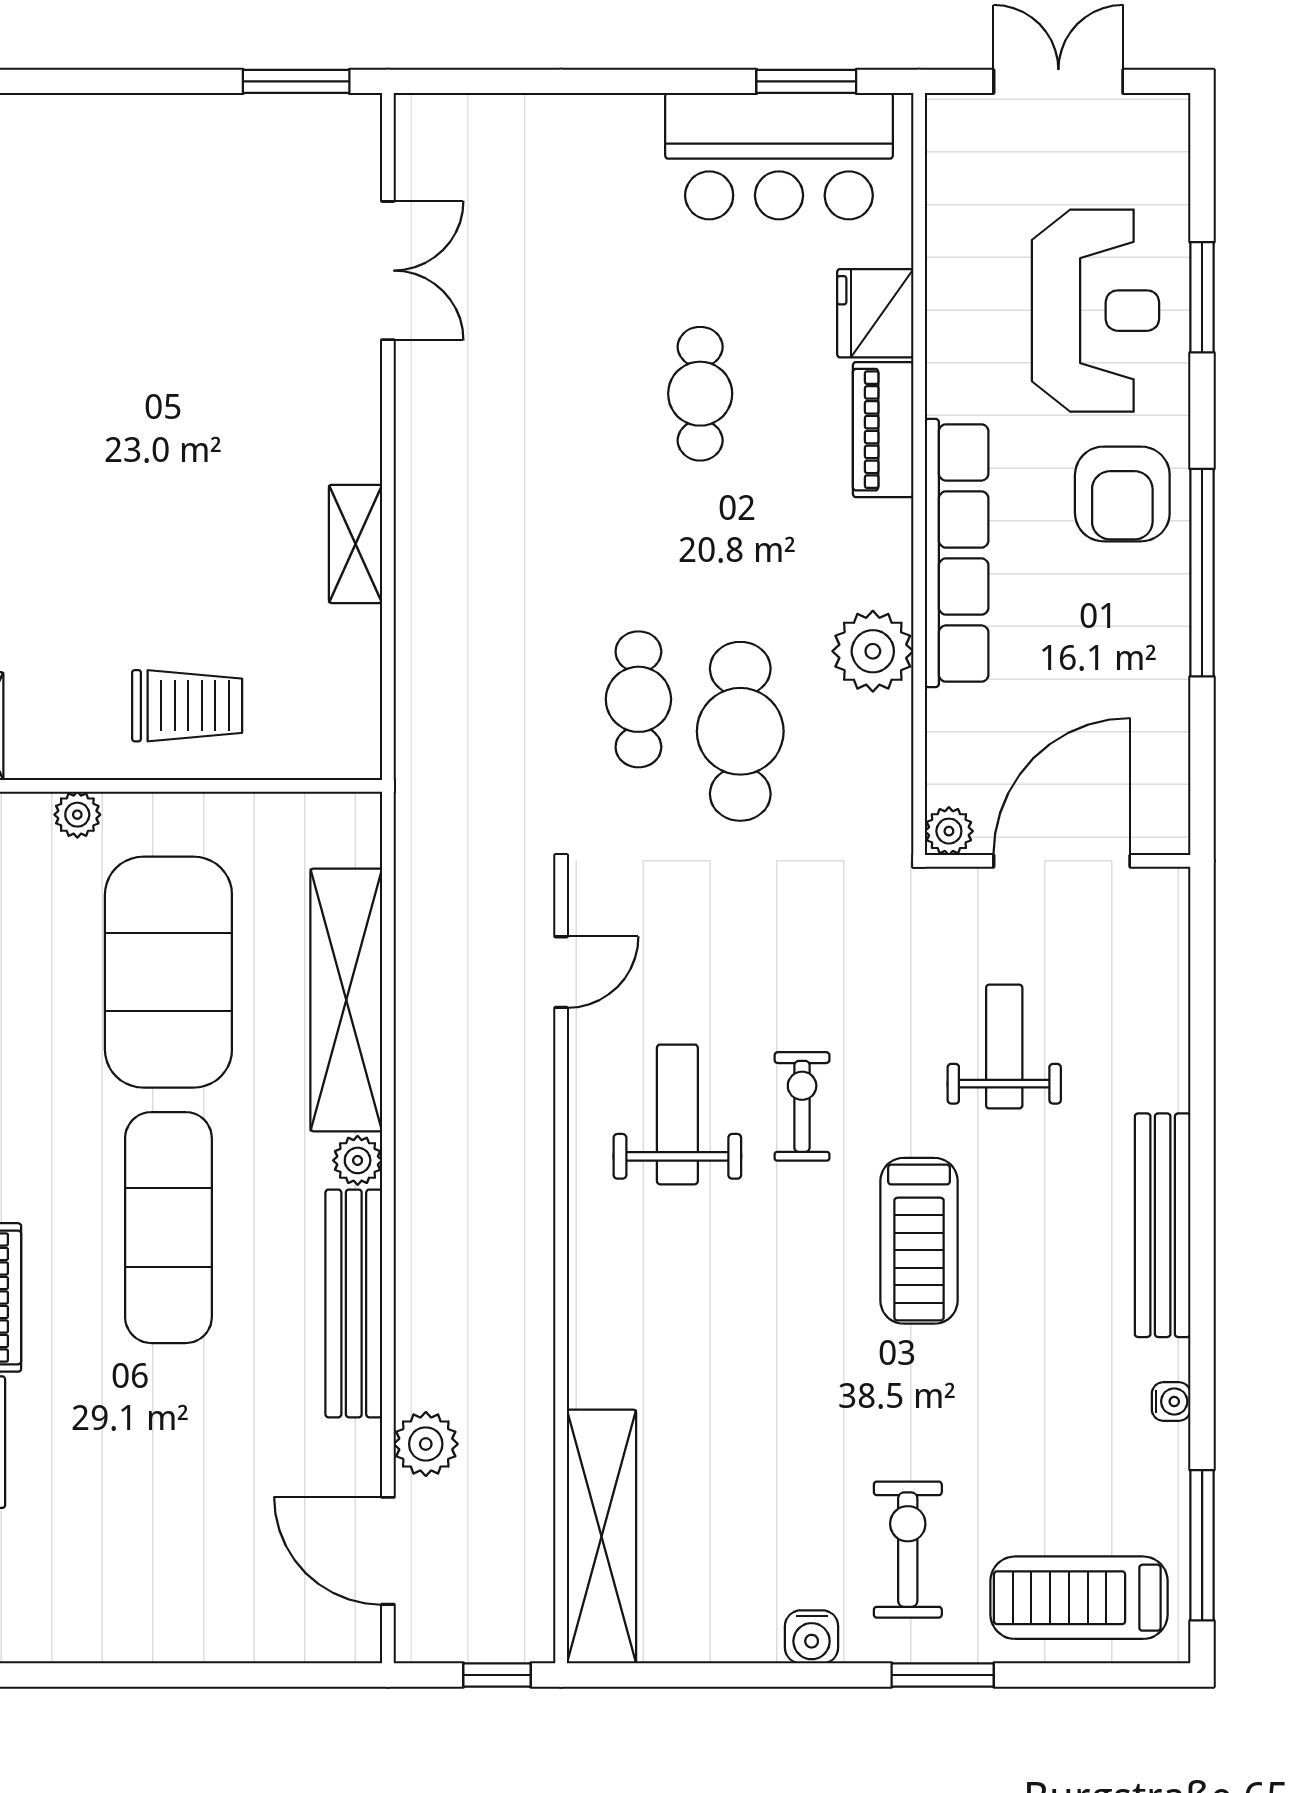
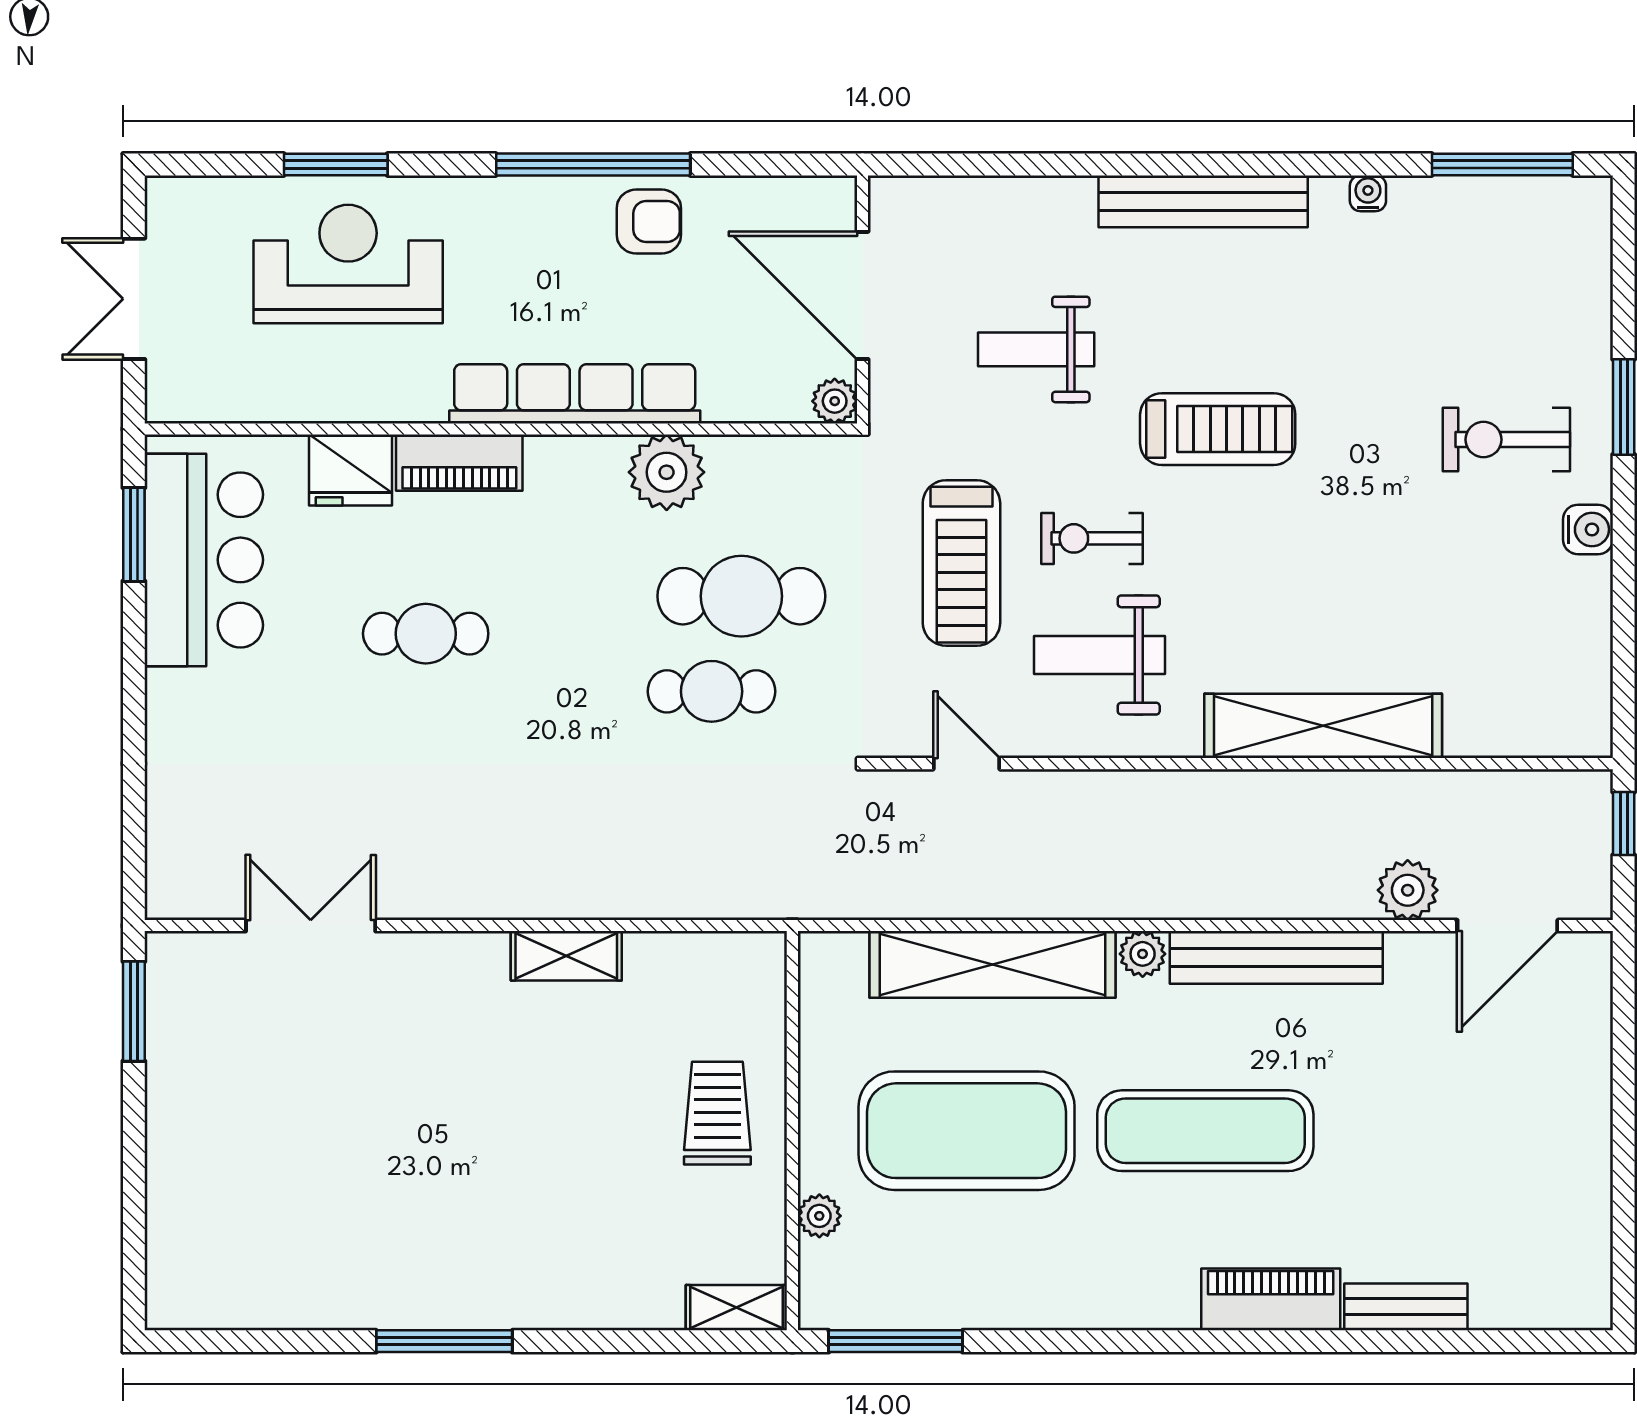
armchair: (1122, 494) -> (649, 222), moved, width x0.72, depth x0.72
shelving: (601, 1537) -> (1323, 726), moved
treadmill: (1079, 1598) -> (961, 563), moved

